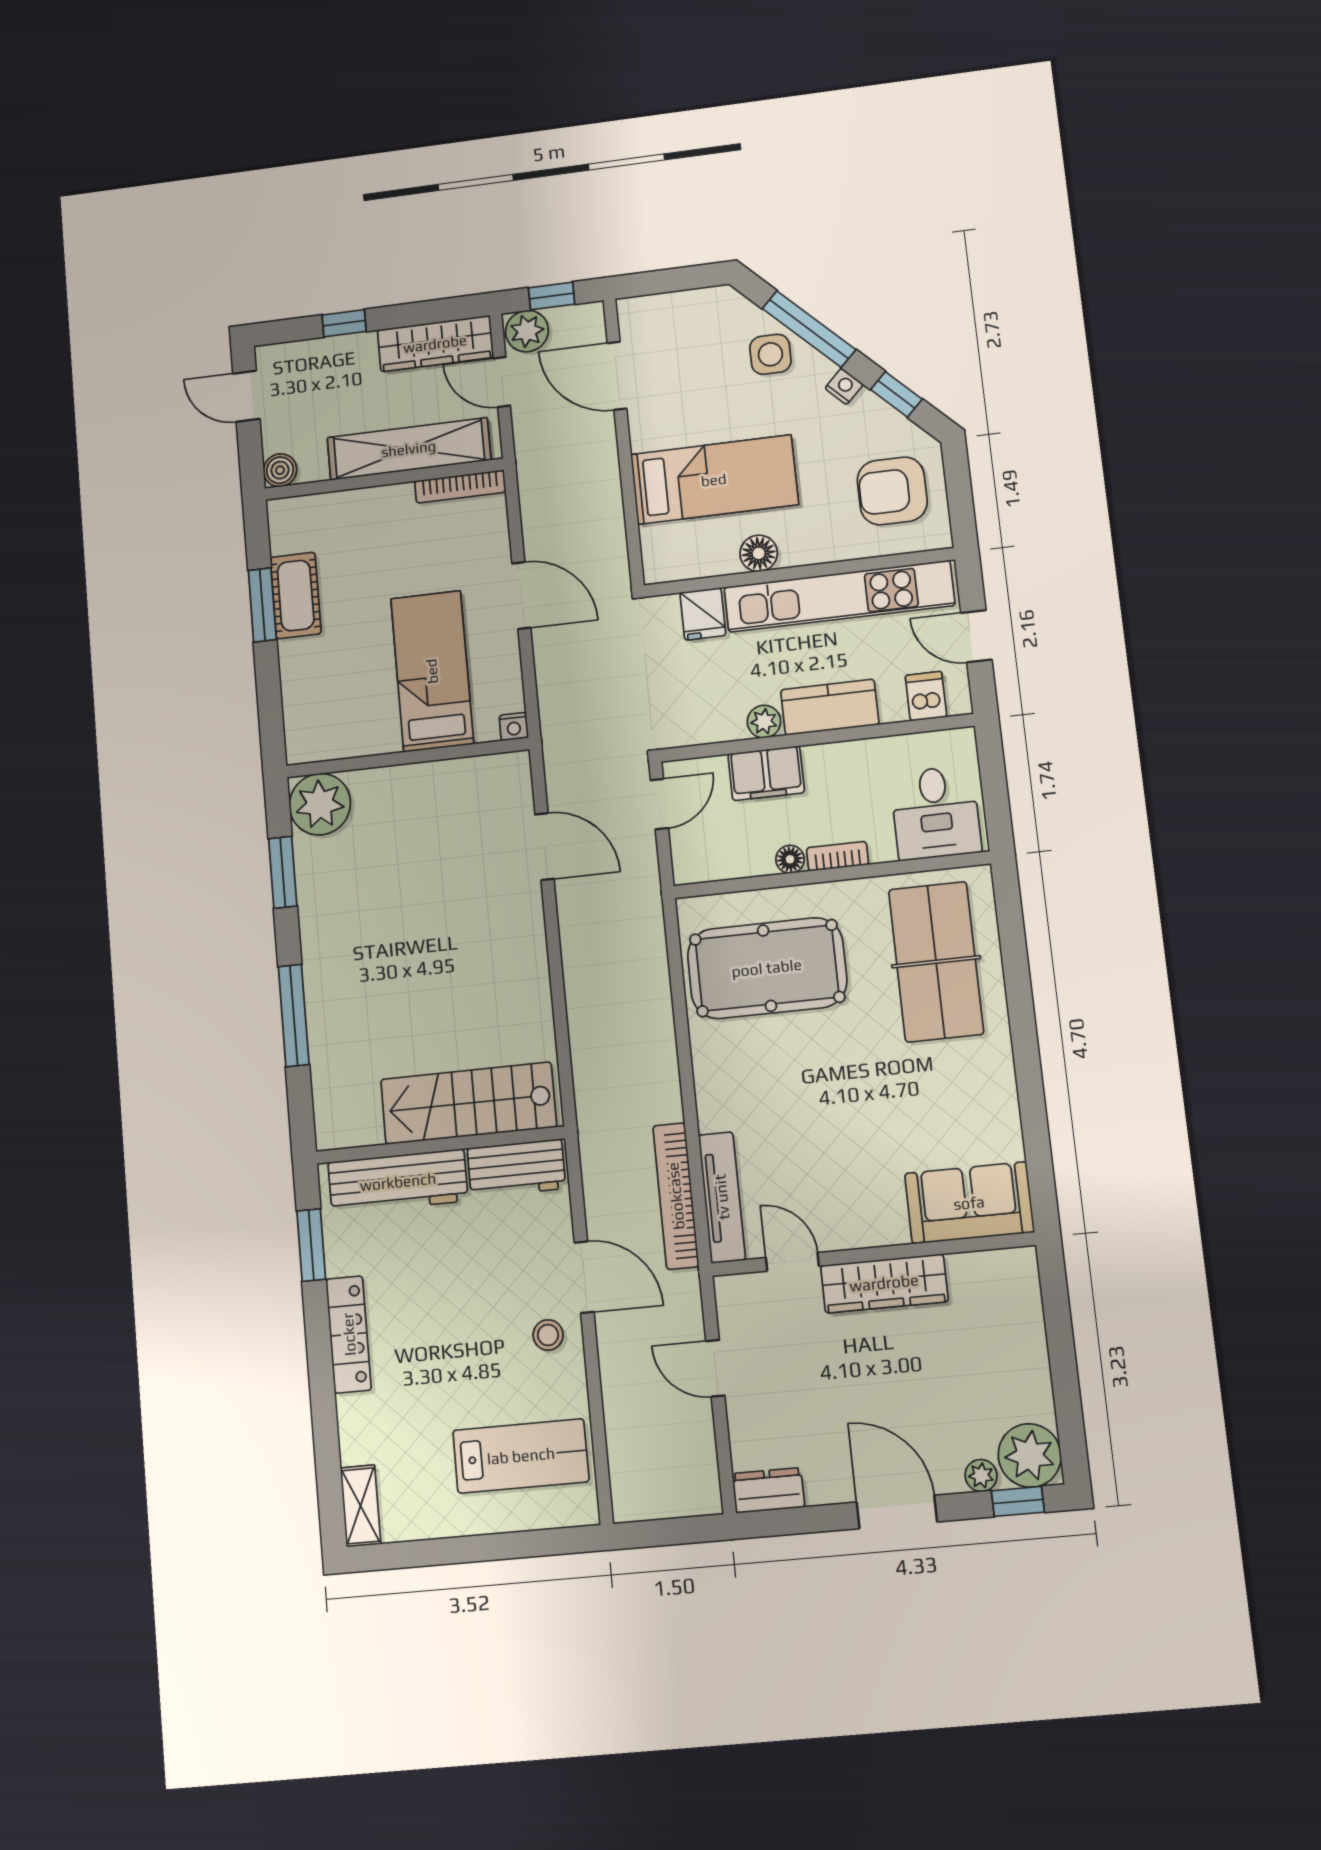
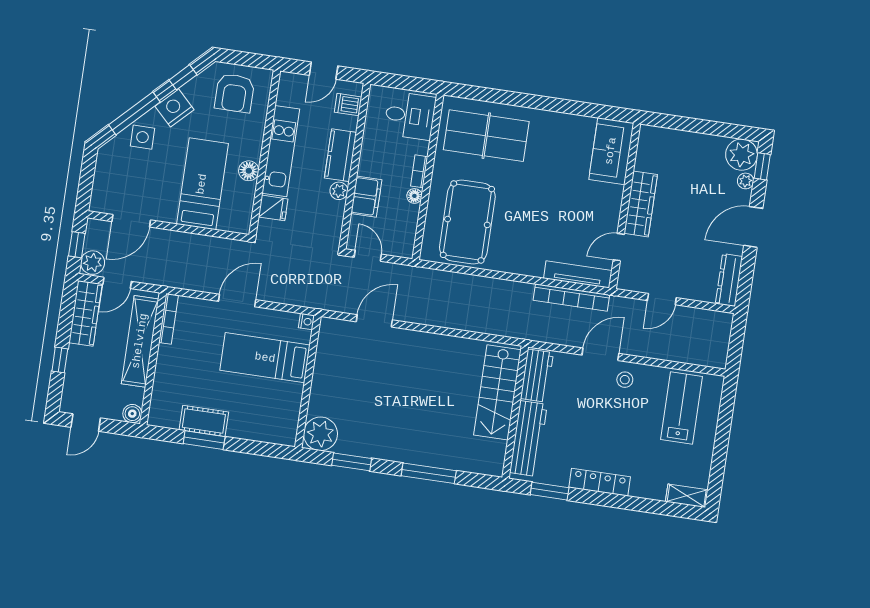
nightstand: (844, 386) -> (174, 108), width x1.89, depth x1.79
kitchen unit: (839, 596) -> (281, 151), width x0.73
dresser: (768, 1490) -> (729, 280), width x1.44

